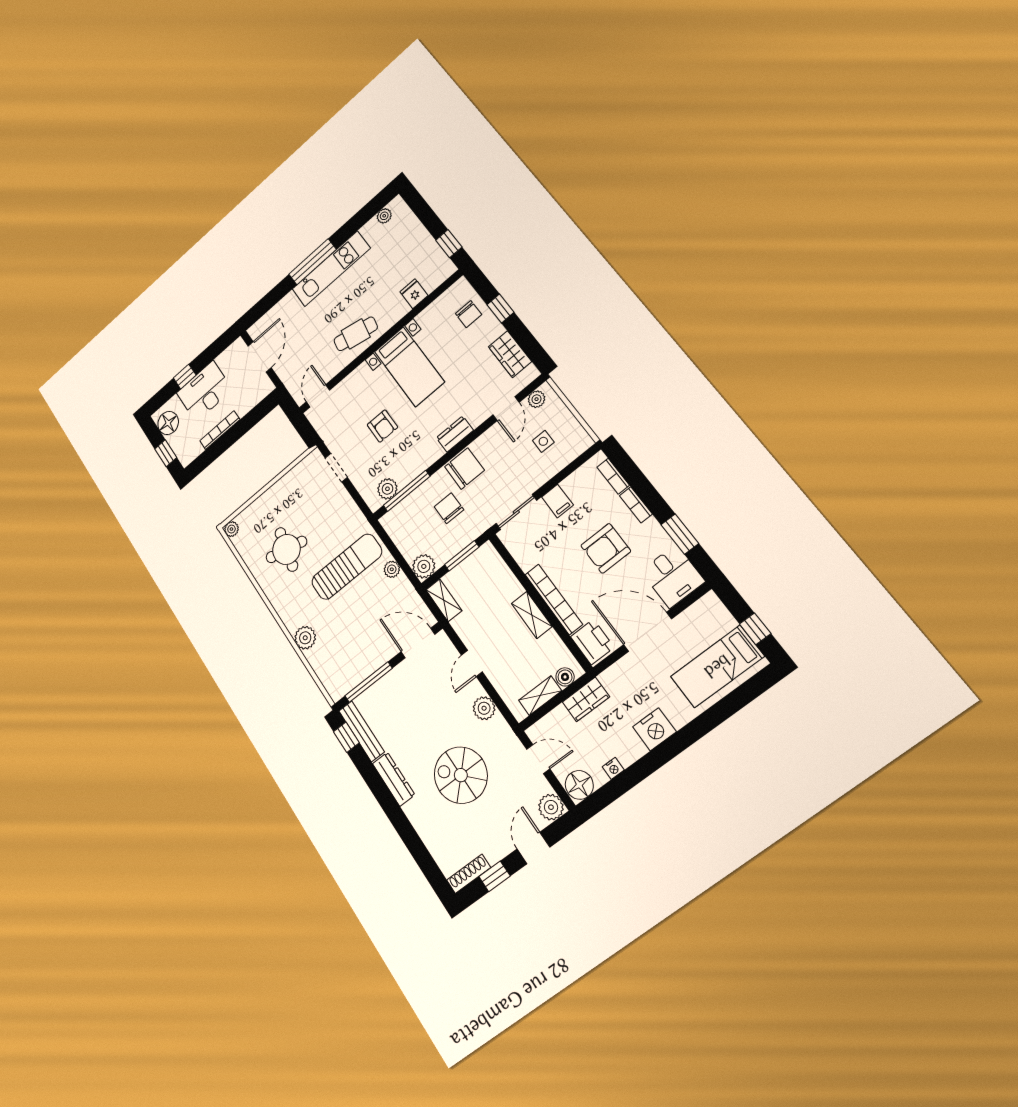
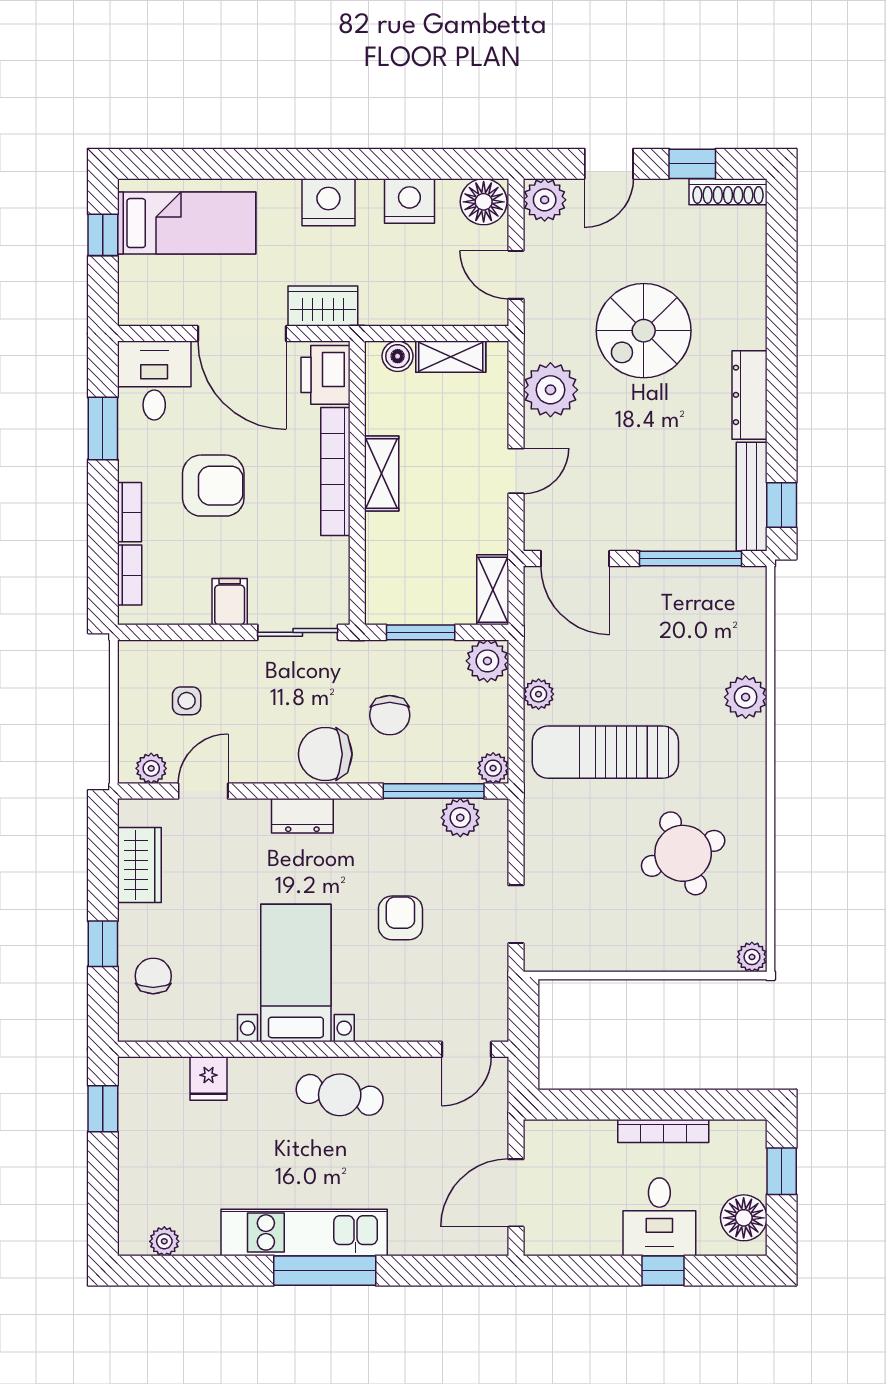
desk: (204, 391) -> (659, 1217), width x0.73
plant: (389, 521) -> (493, 768), added
round table: (286, 549) -> (683, 853), turned -35
wardrobe: (586, 699) -> (323, 306), moved
plant: (484, 708) -> (550, 390), width x1.36, depth x1.36
nightstand: (613, 768) -> (409, 201), width x1.89, depth x1.79
spiral stairs: (461, 775) -> (644, 331), turned 90

